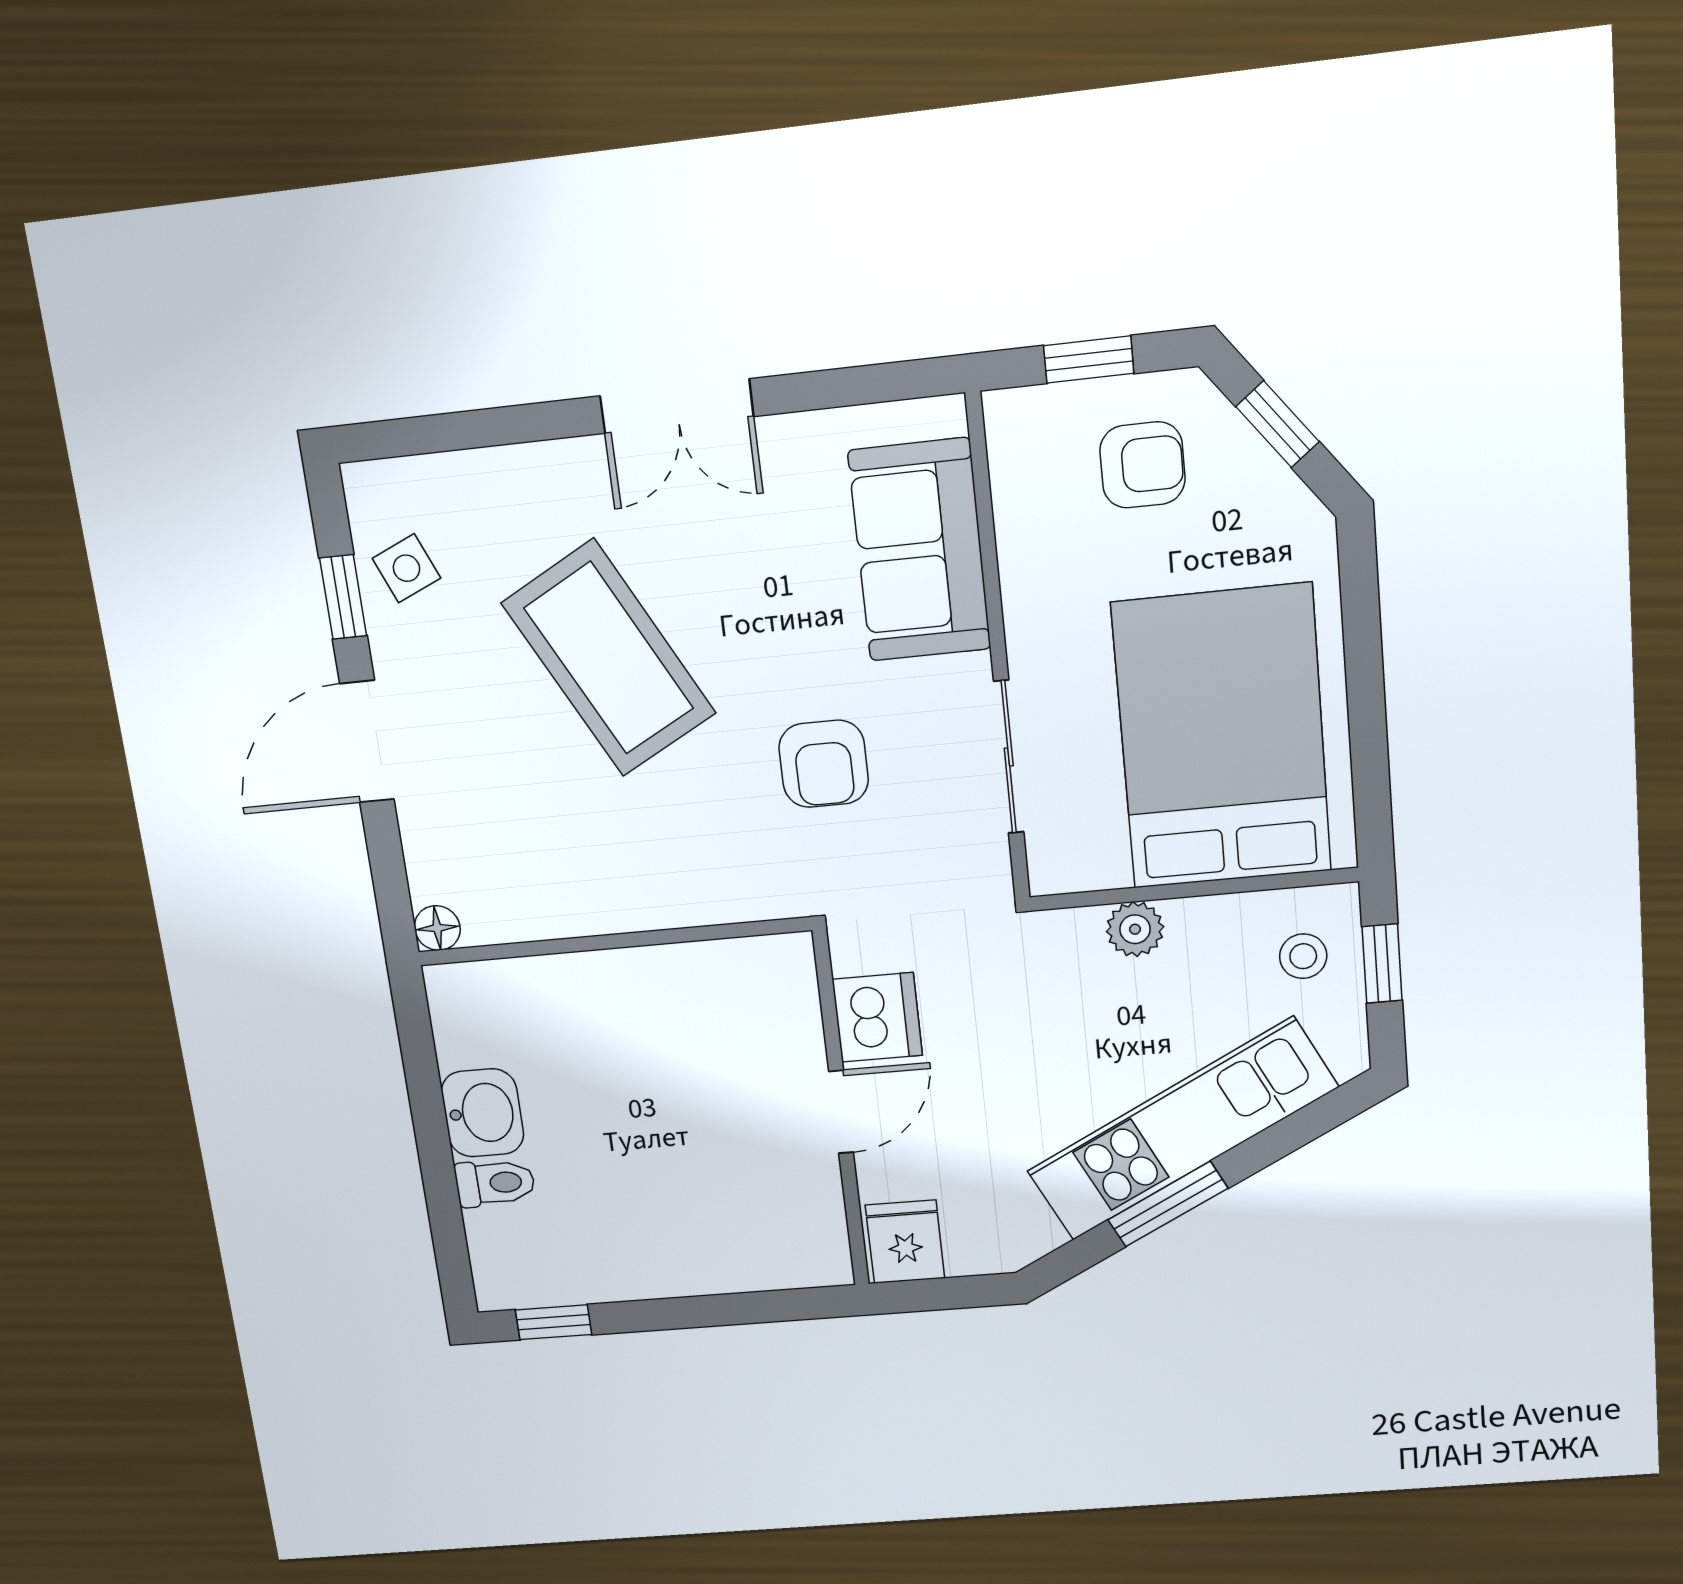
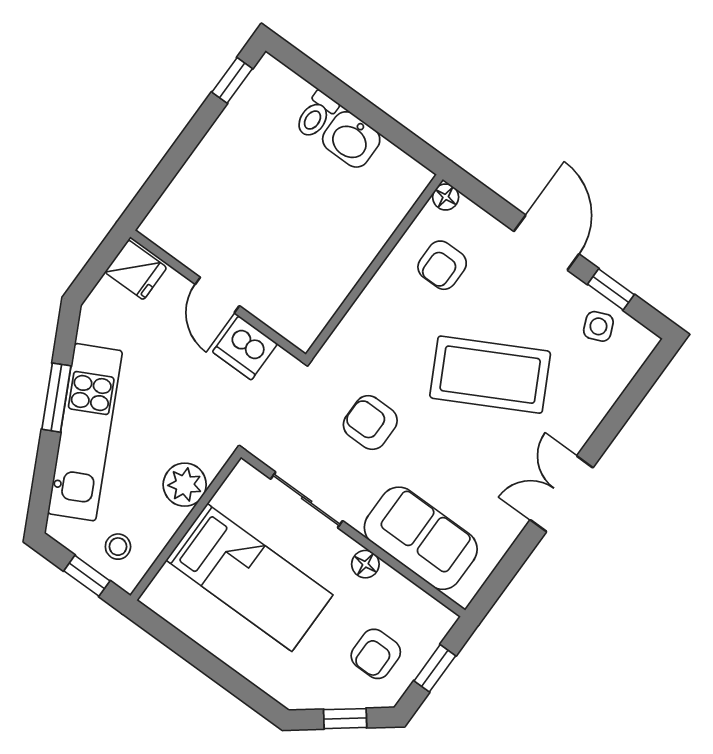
floor lamp: (1026, 596) -> (365, 564), added
bed: (1222, 737) -> (249, 578), width x0.67
armchair: (527, 854) -> (442, 265), added
plant: (1135, 929) -> (185, 485), width x1.38, depth x1.38

